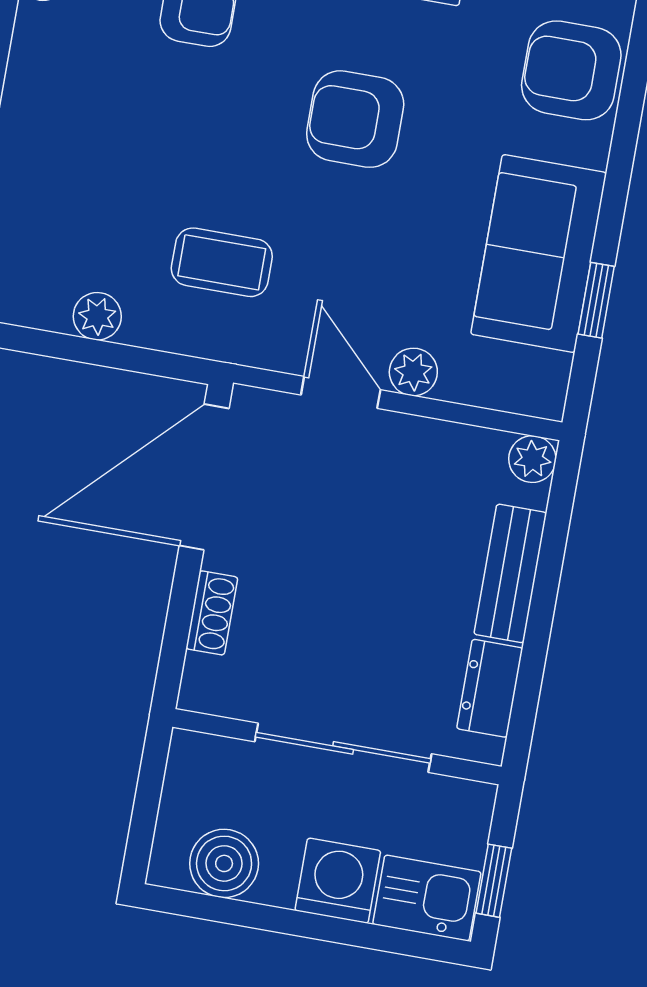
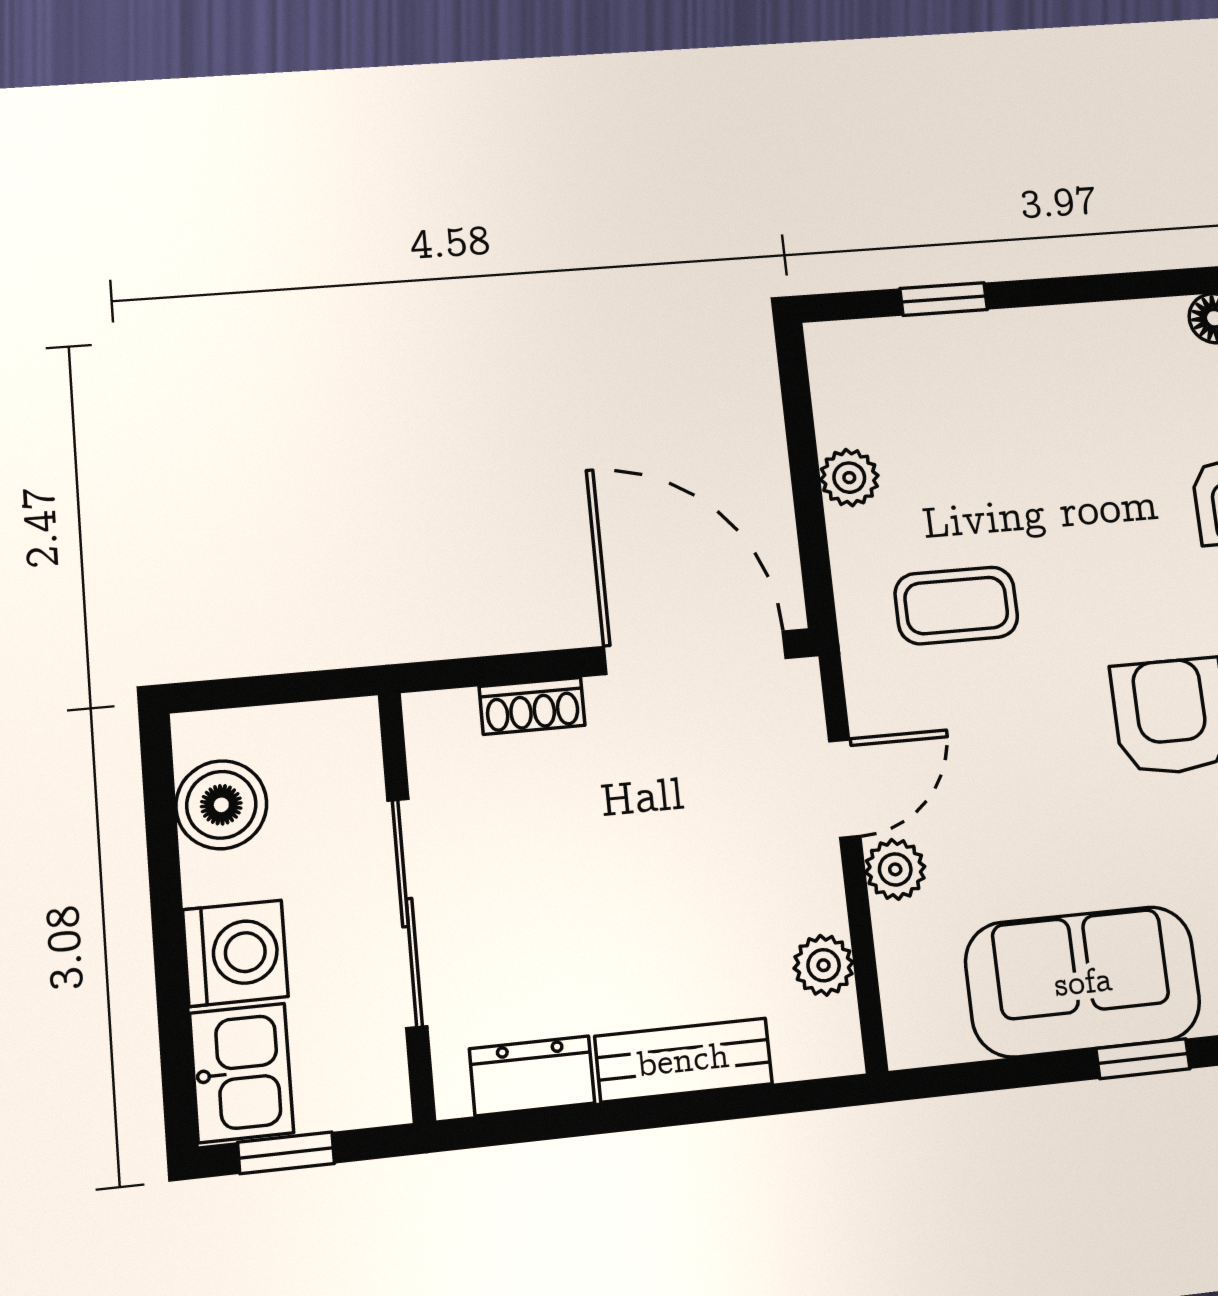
coffee table: (222, 262) -> (956, 605), turned 90
window: (596, 300) -> (1143, 1059), moved
plant: (532, 459) -> (824, 965), moved

